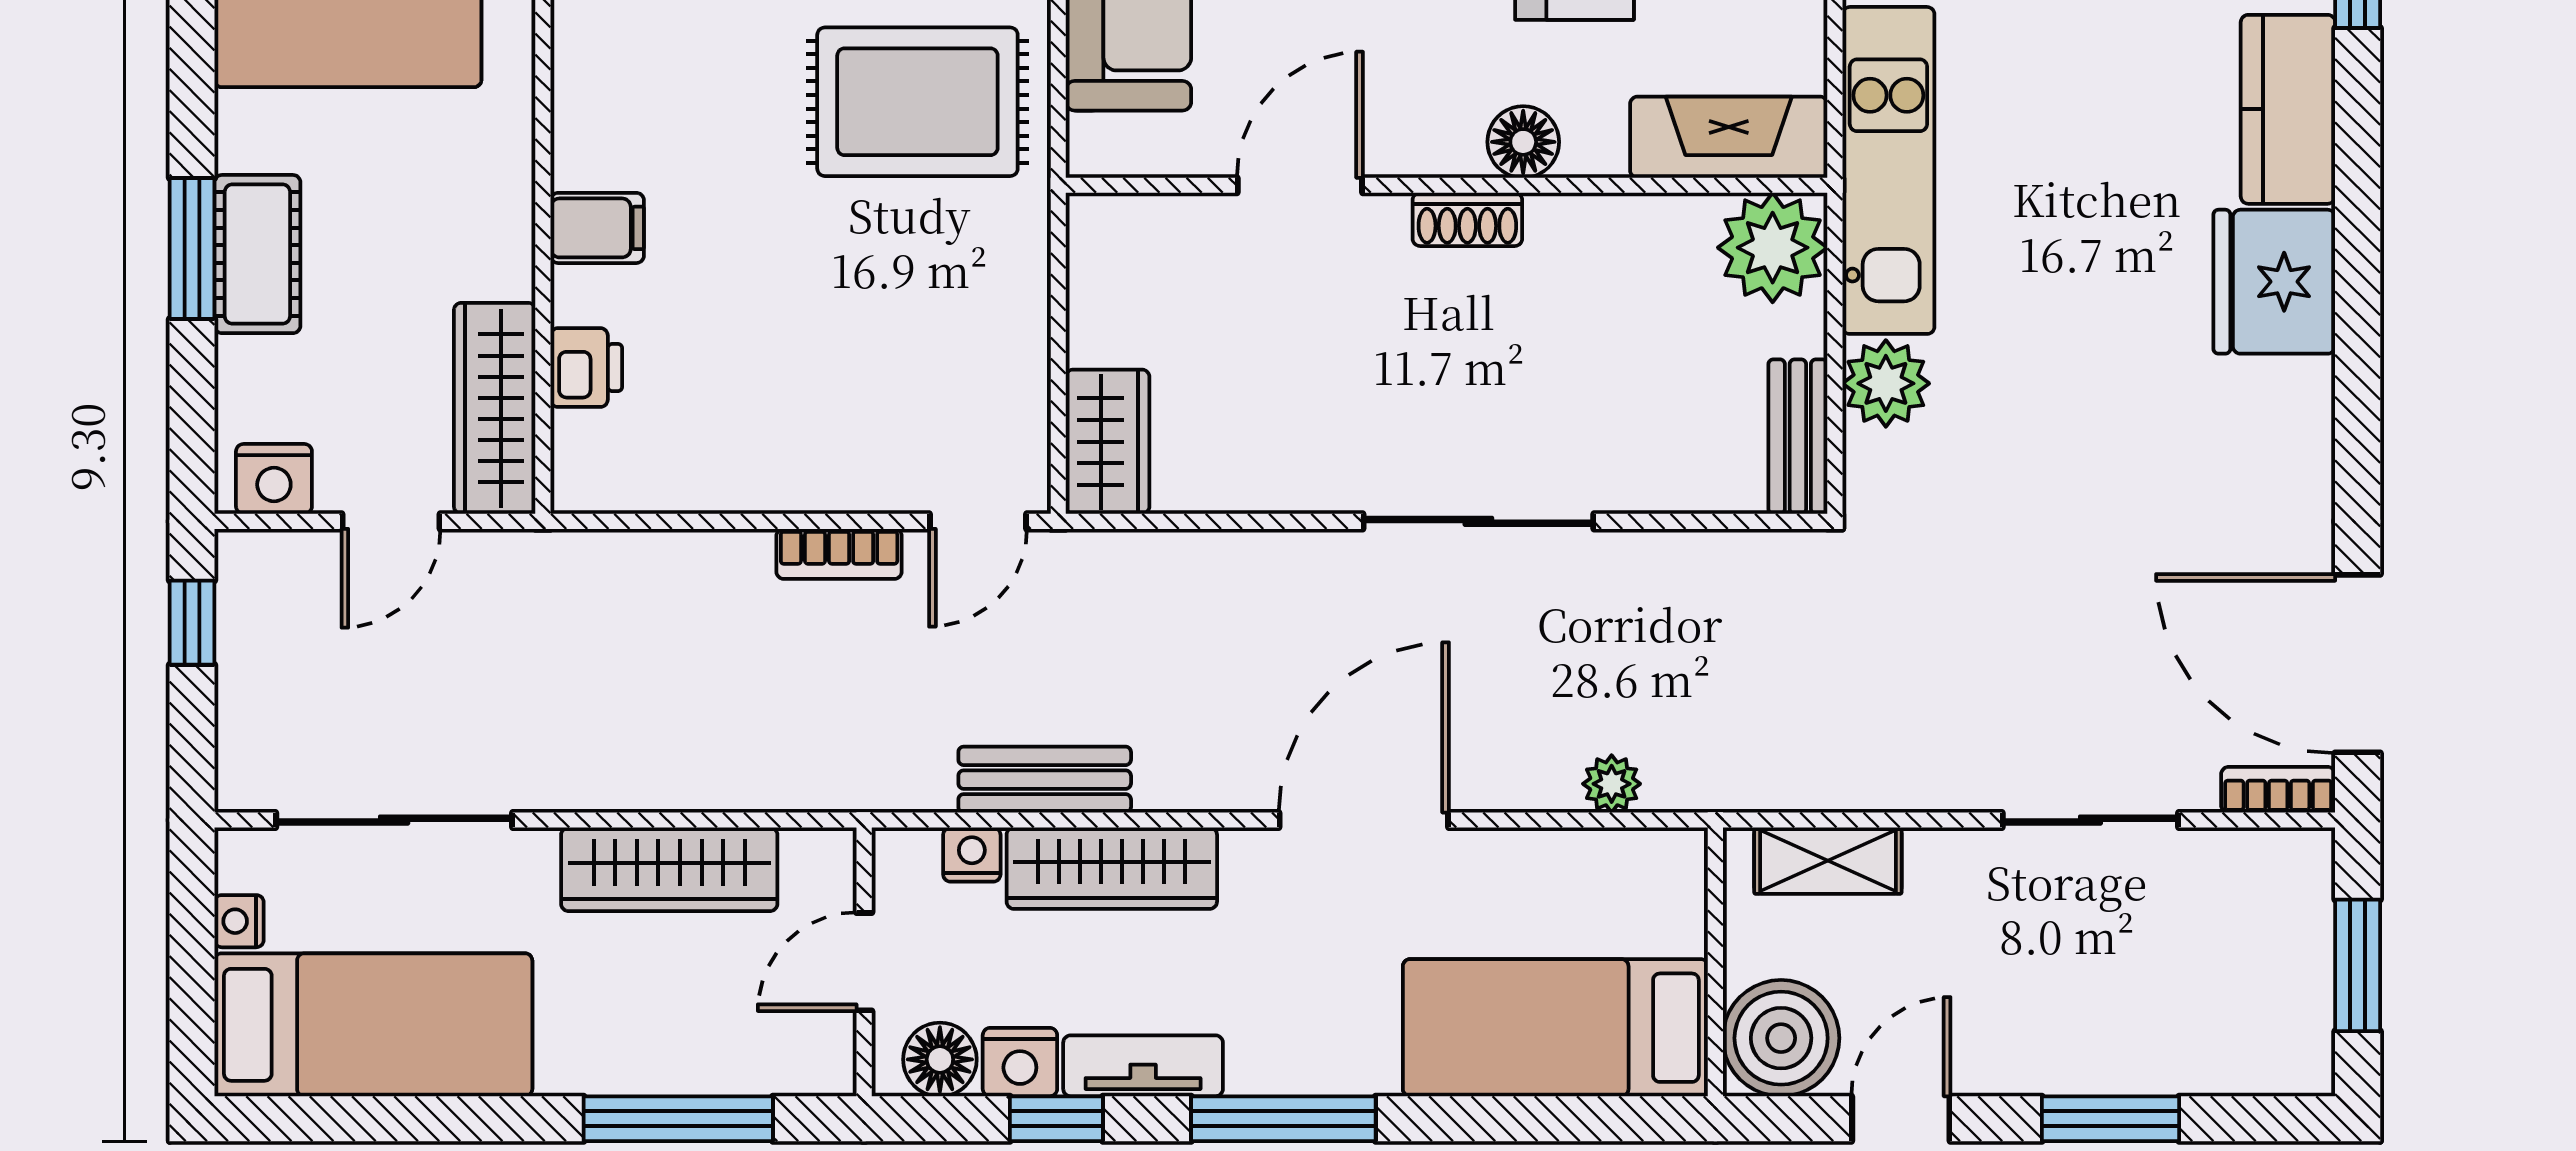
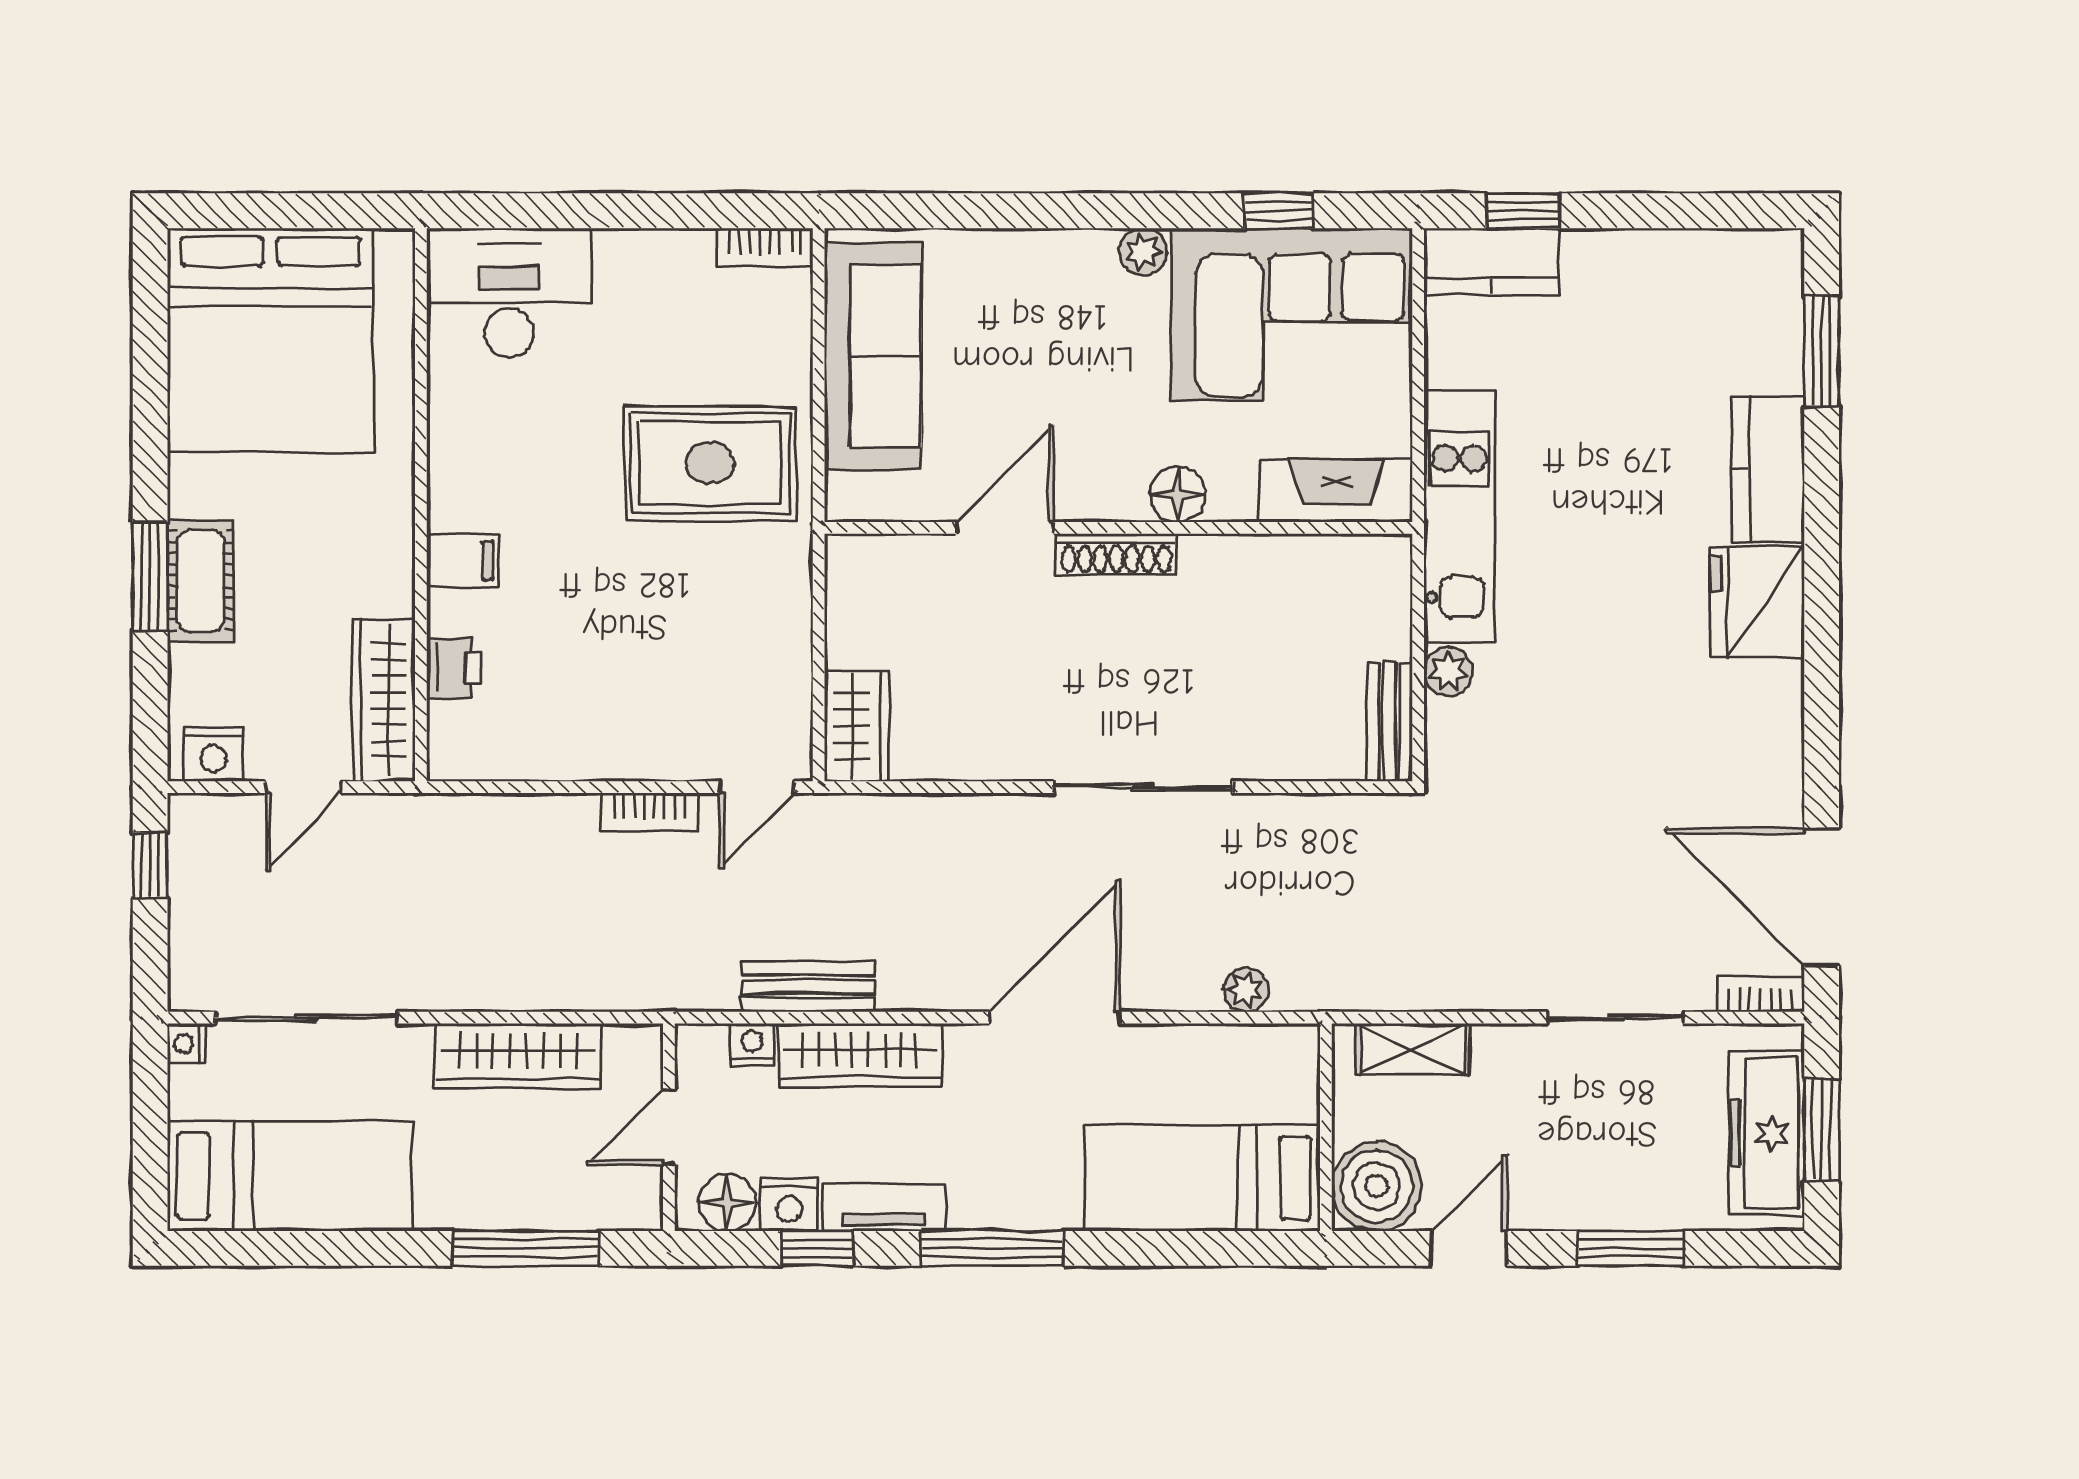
shoe rack: (1467, 219) -> (1116, 554), width x1.43
plant: (1773, 248) -> (1370, 576), removed
plant: (1886, 383) -> (1448, 672), width x0.73, depth x0.73
nightstand: (239, 921) -> (186, 1044), moved
freezer: (2286, 970) -> (1766, 1133), added

